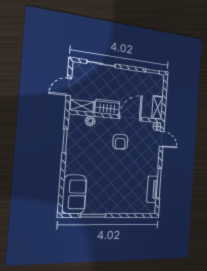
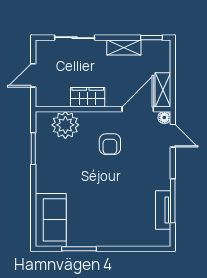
shelving: (82, 106) -> (124, 47), moved
door: (130, 118) -> (138, 109), moved
plant: (90, 121) -> (65, 125), width x1.87, depth x1.87

